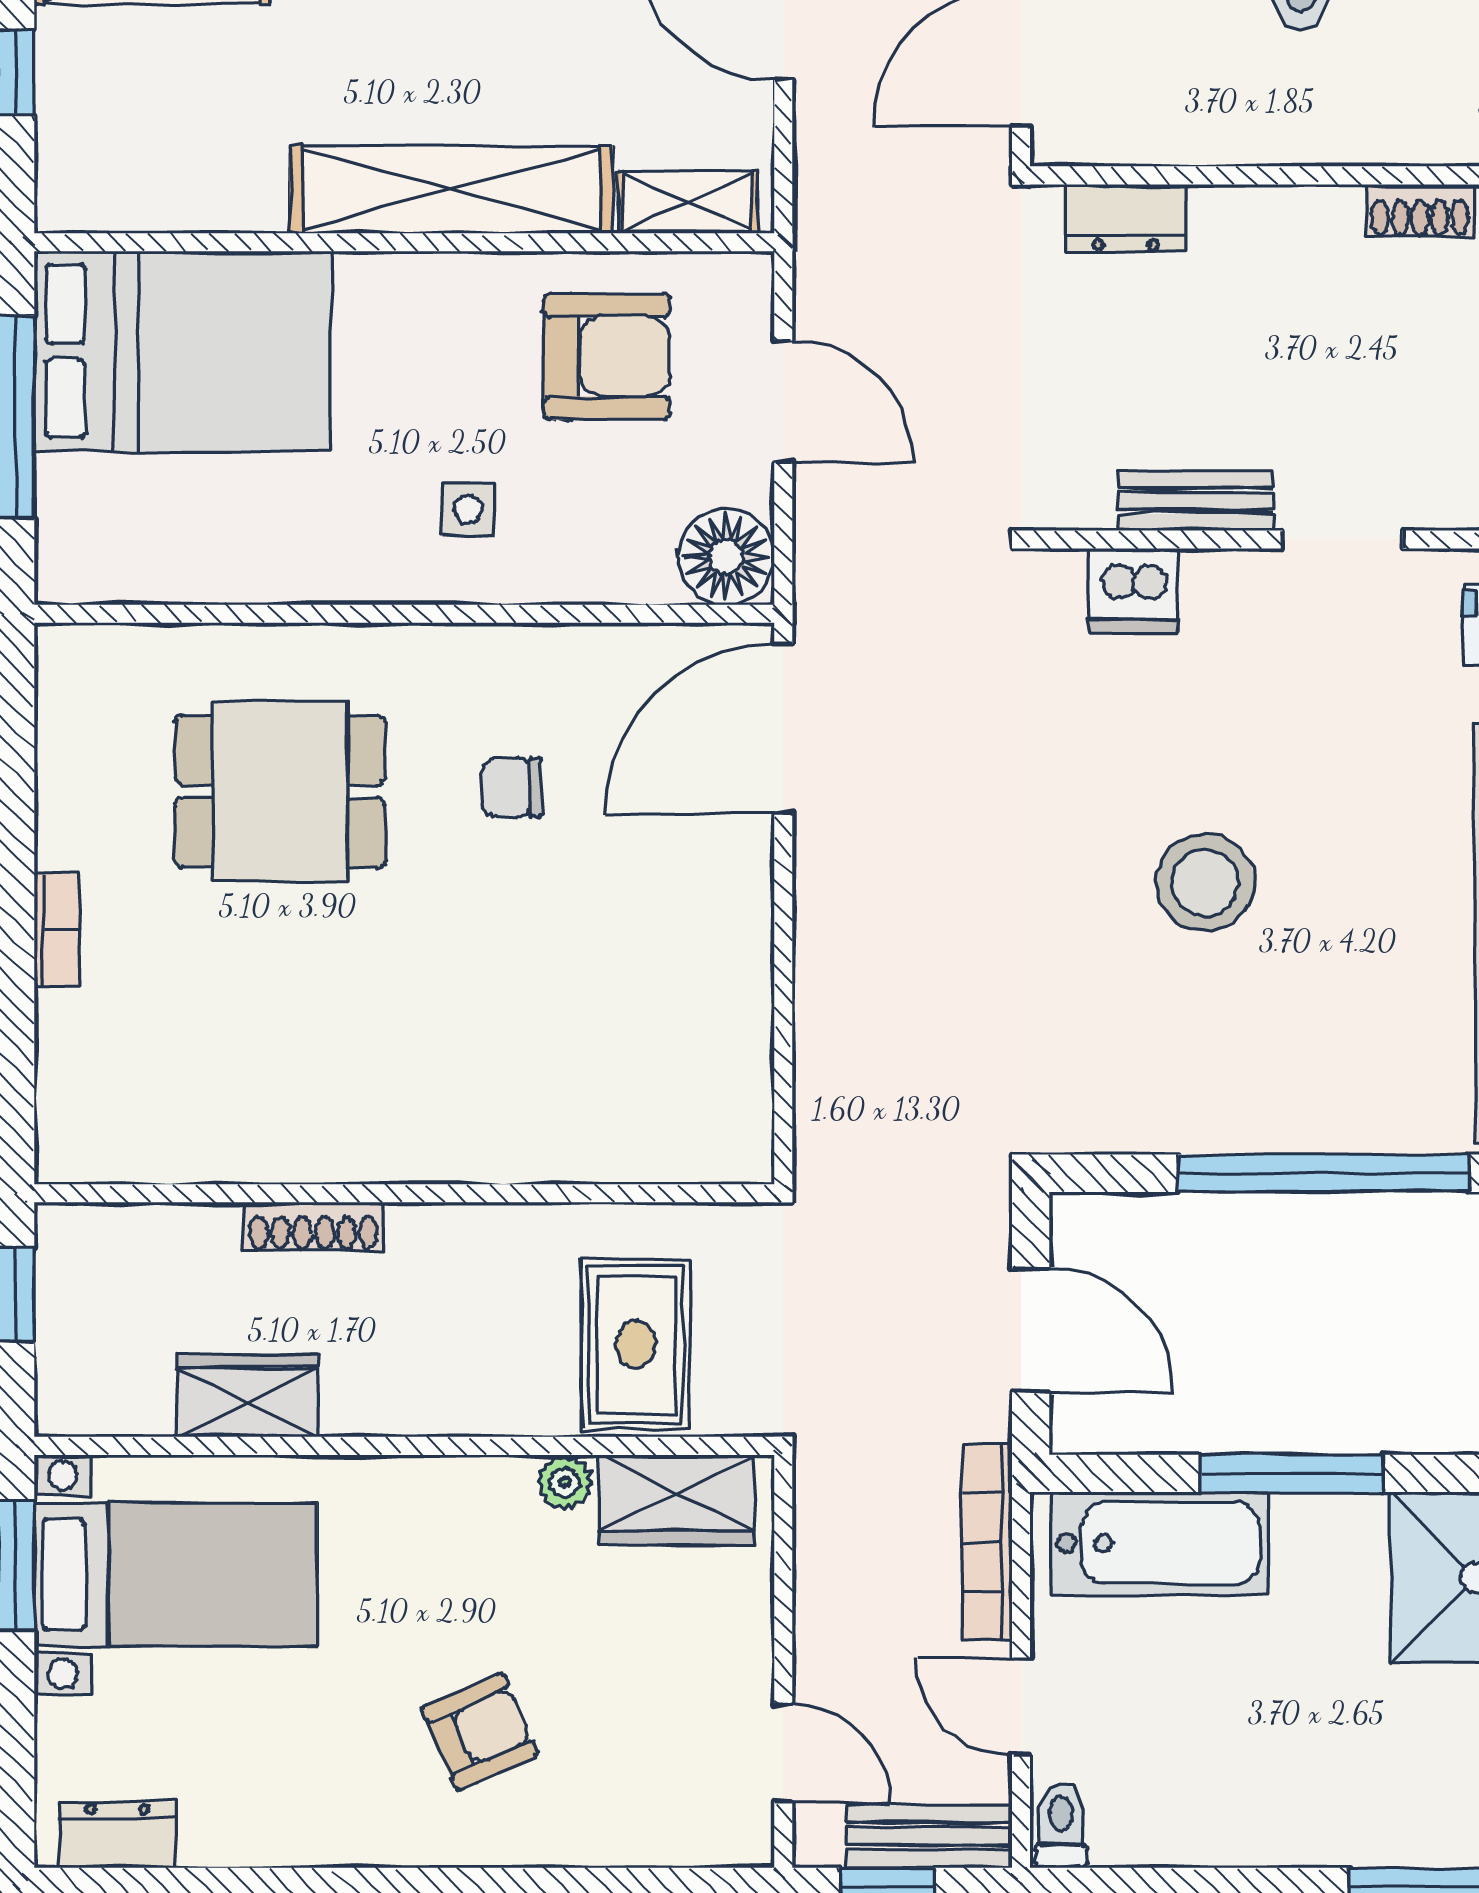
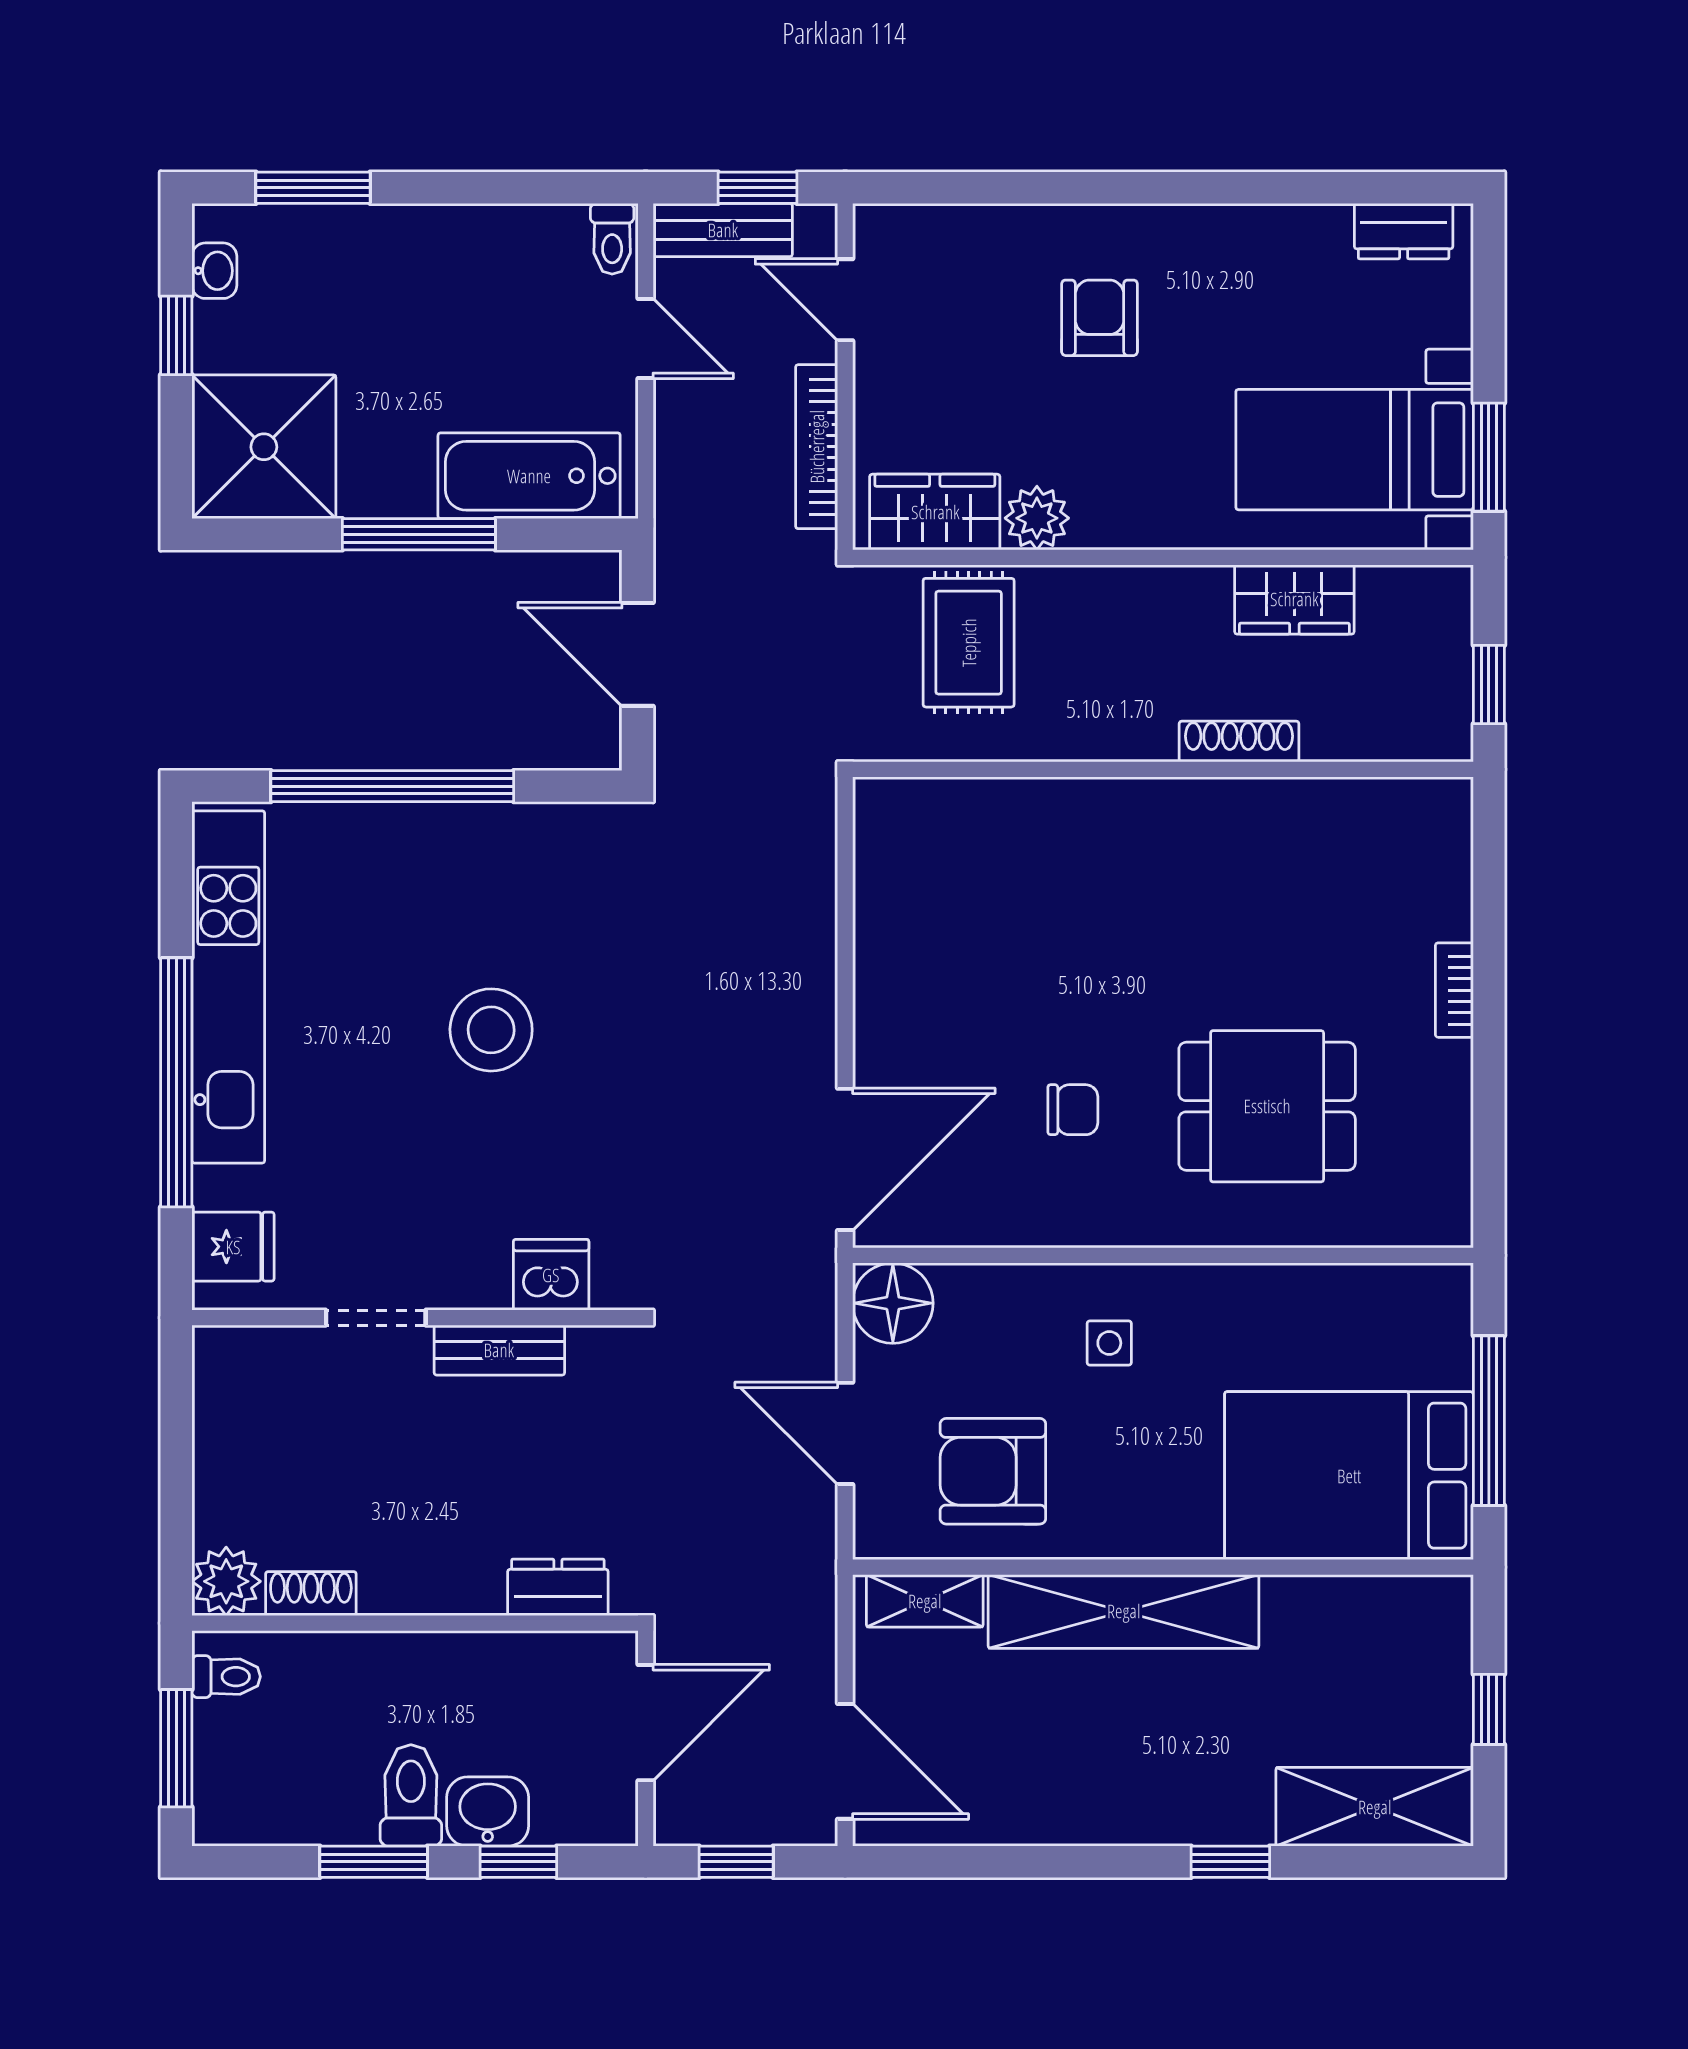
plant: (565, 1482) -> (1037, 518), width x1.38, depth x1.38
bookcase: (987, 1542) -> (817, 447), moved, turned 180
armchair: (480, 1731) -> (1100, 318), turned 114

